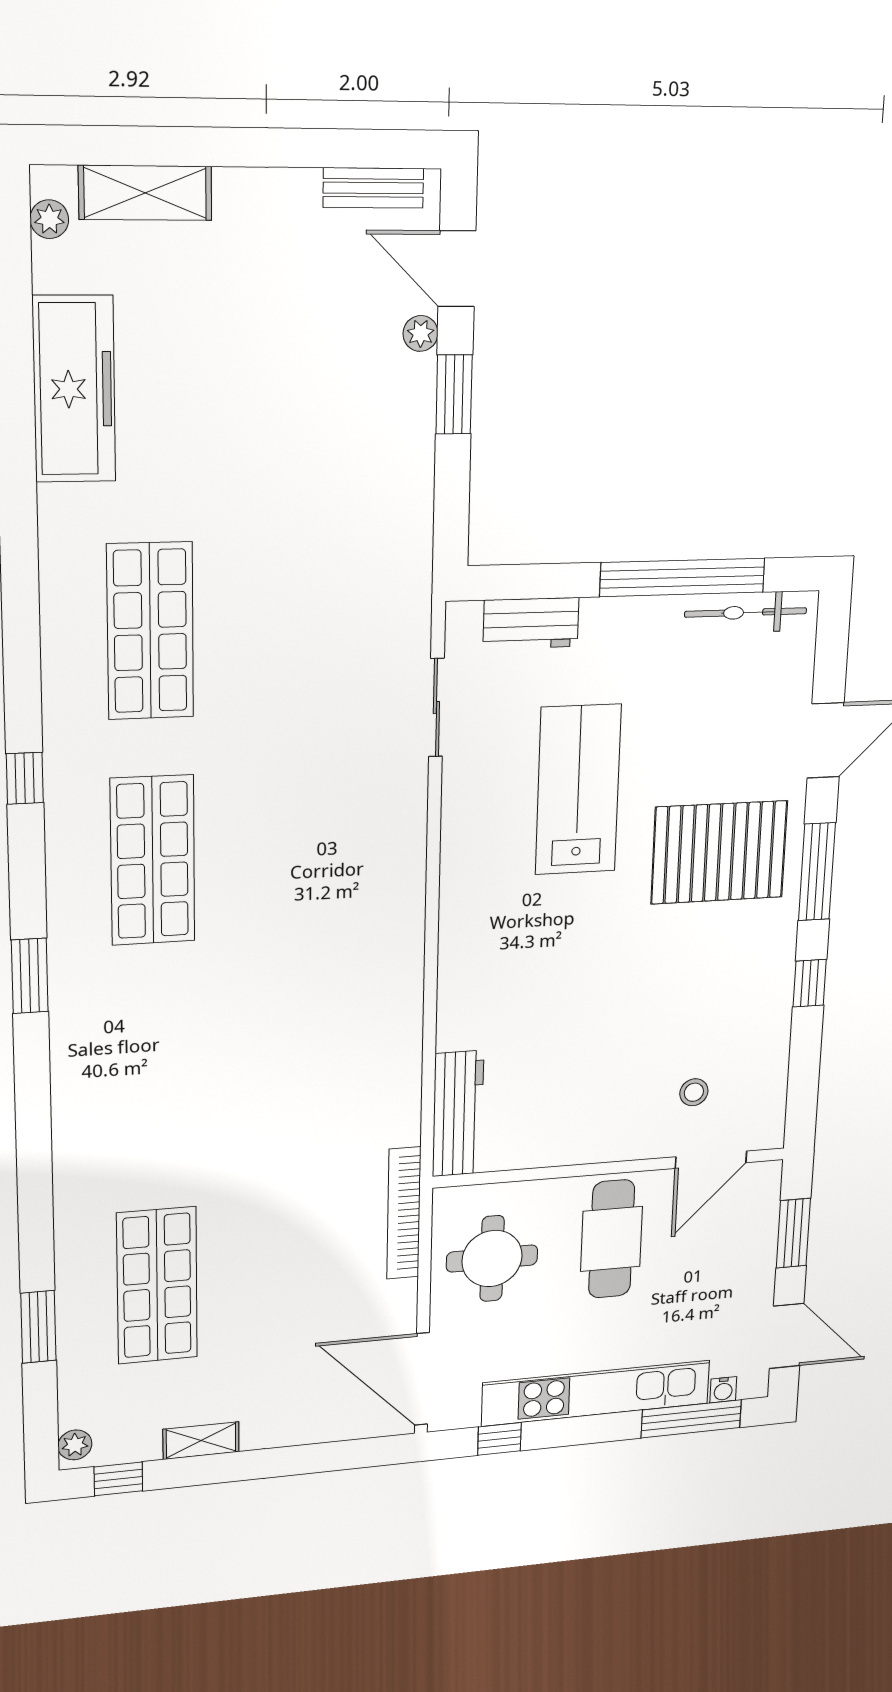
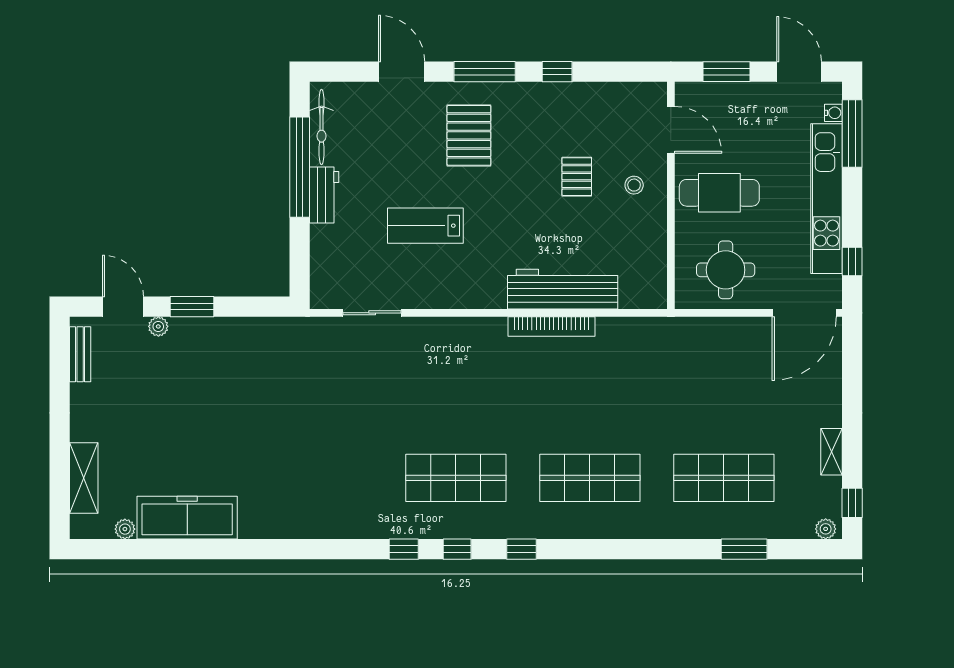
plant: (49, 219) -> (125, 529), moved
door: (457, 269) -> (123, 307), swing flipped
workbench: (531, 623) -> (324, 195), moved
shop shelf: (150, 631) -> (590, 478), moved
lab bench: (578, 790) -> (425, 226), width x0.73, depth x0.72
pallet: (719, 852) -> (469, 135), width x0.73, depth x0.71
window: (27, 869) -> (457, 549), added
window: (30, 976) -> (521, 549), width x0.67
pallet: (646, 1024) -> (577, 177), added
stool: (694, 1092) -> (634, 185), moved
workbench: (458, 1114) -> (563, 289), moved, width x1.36, depth x1.32
bookcase: (404, 1213) -> (551, 326), moved
door: (787, 1336) -> (799, 72), hinge flipped

